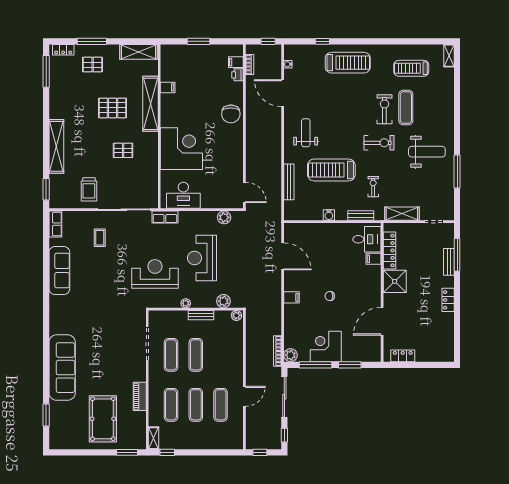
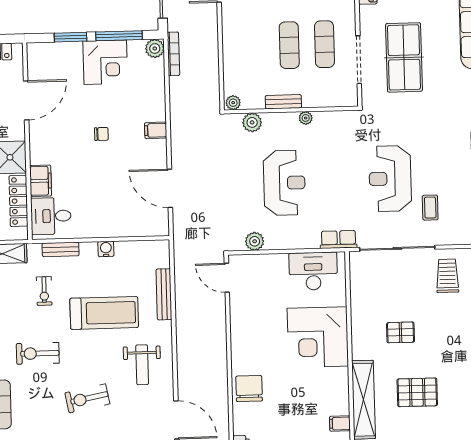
exercise bike: (384, 109) -> (87, 398), moved, turned 79
filing cabinet: (374, 259) -> (41, 181), width x2.00
reception desk: (155, 274) -> (390, 179), moved, turned 90
table tennis table: (115, 344) -> (404, 57), added

